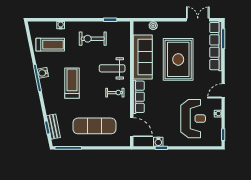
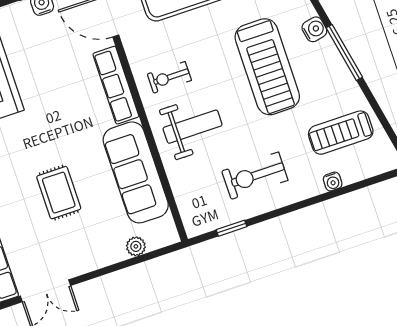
exercise bike: (93, 39) -> (255, 176), turned 180
rug: (178, 59) -> (59, 193), width x0.54, depth x0.49
water cooler: (43, 73) -> (314, 29), moved
treadmill: (72, 83) -> (267, 67), width x1.37, depth x1.38

